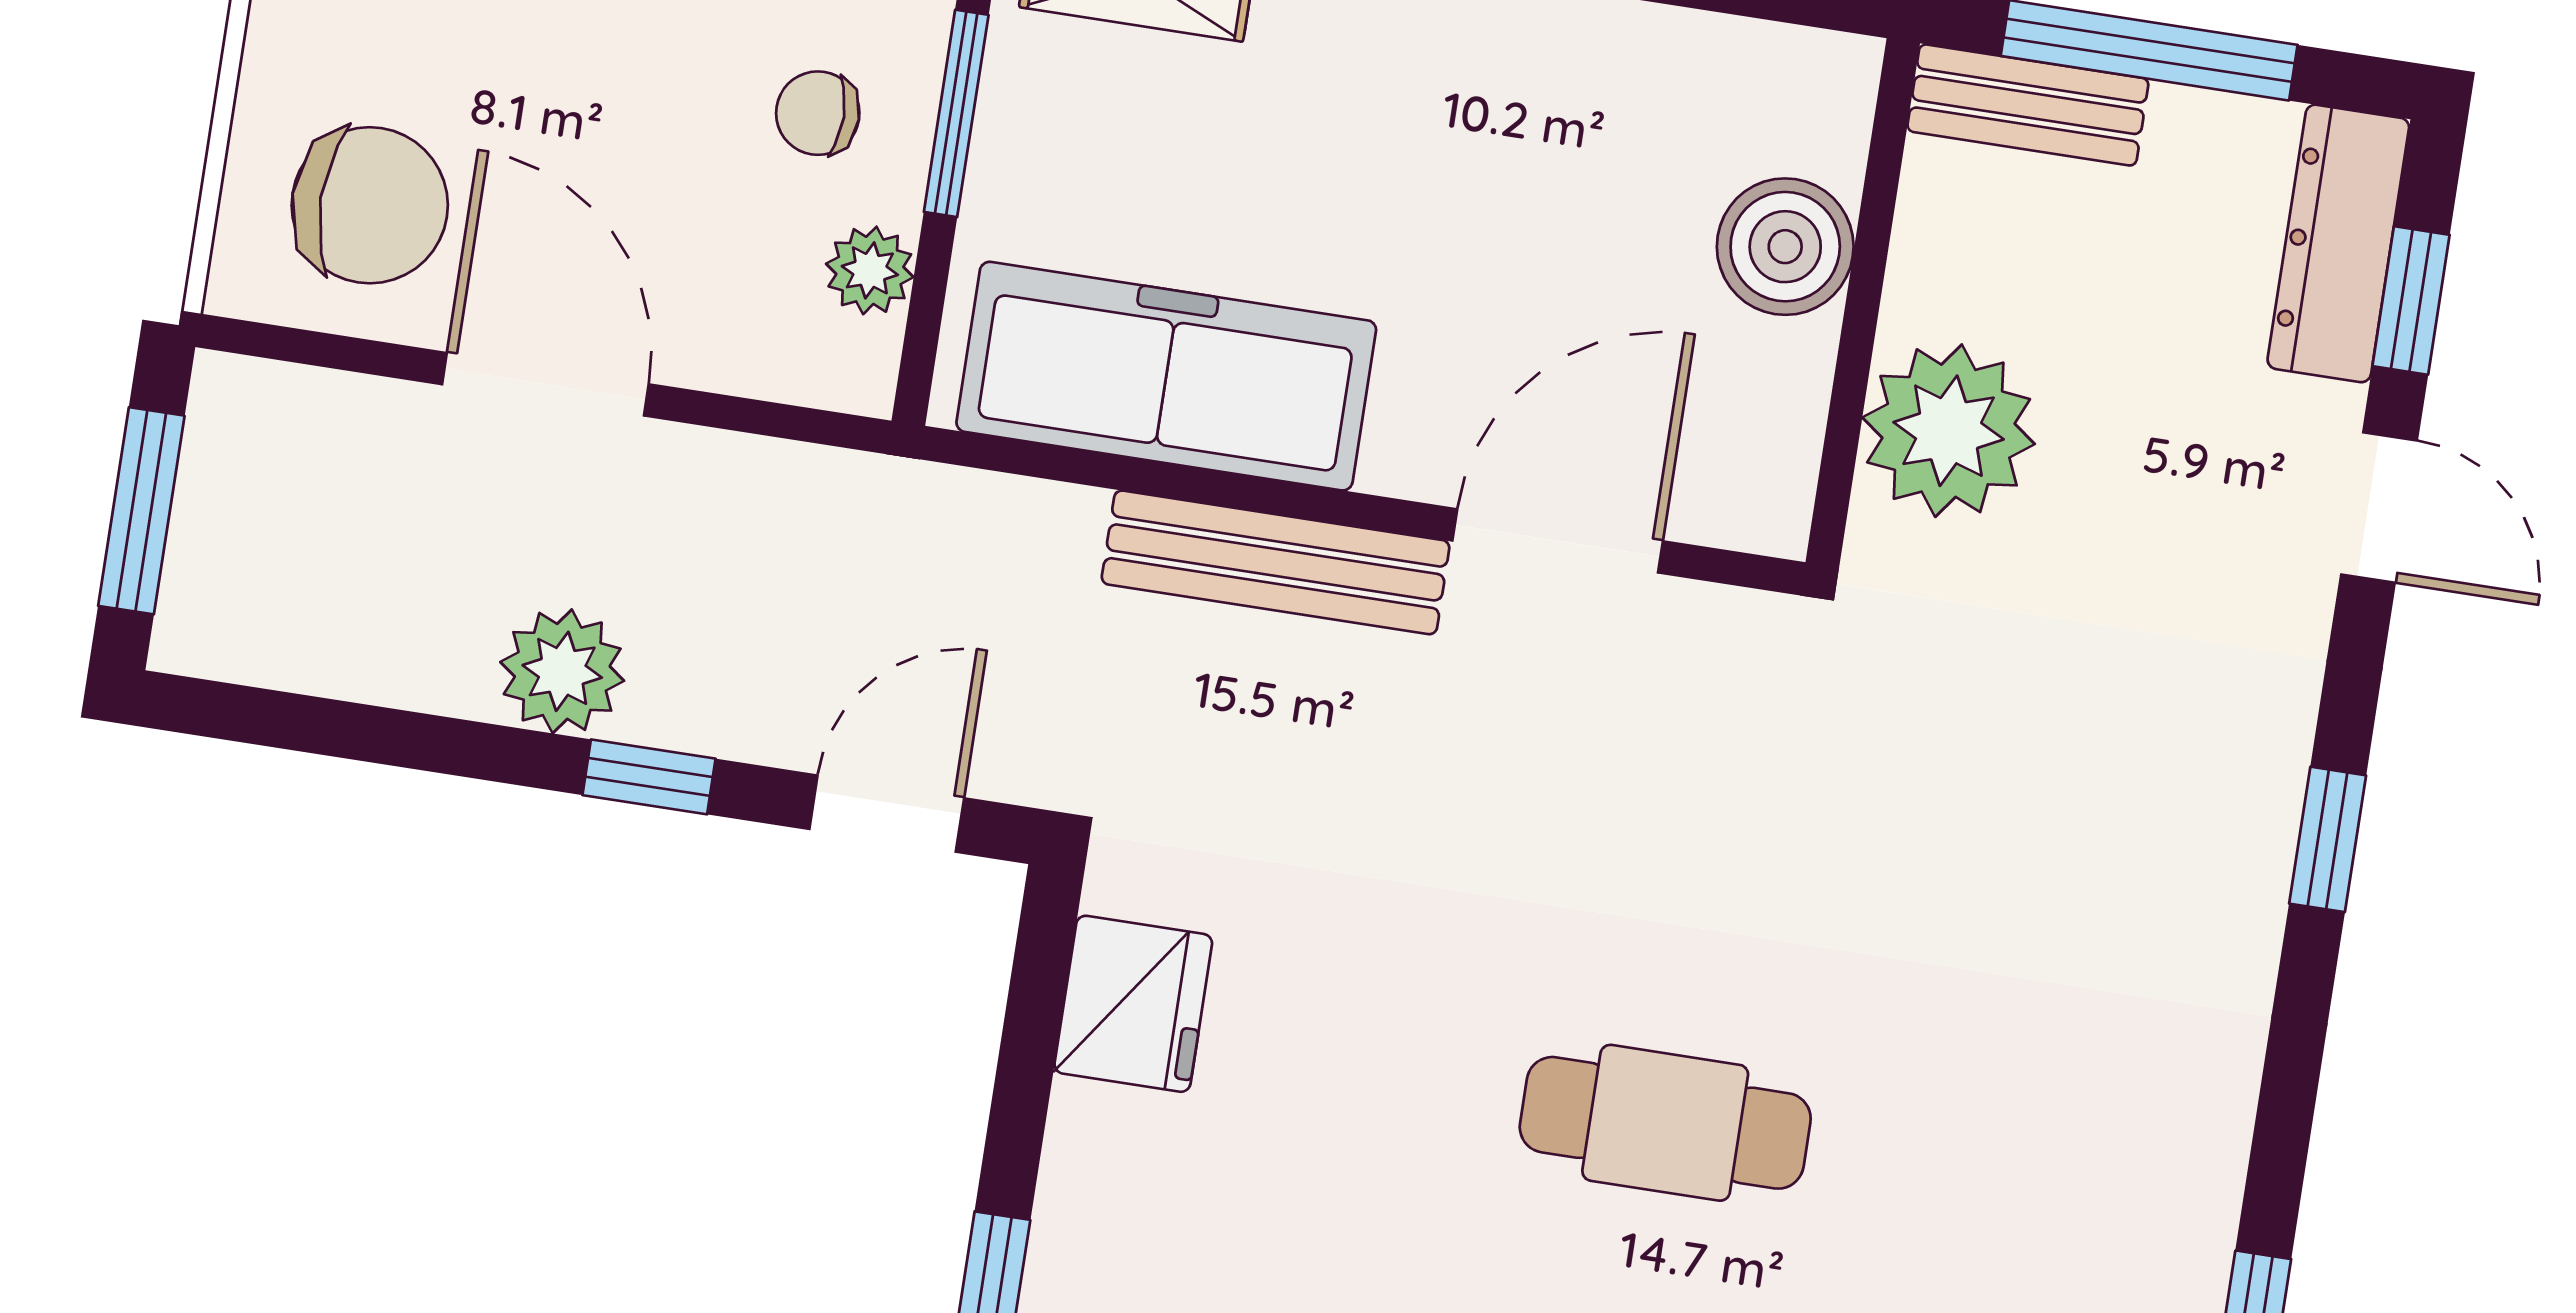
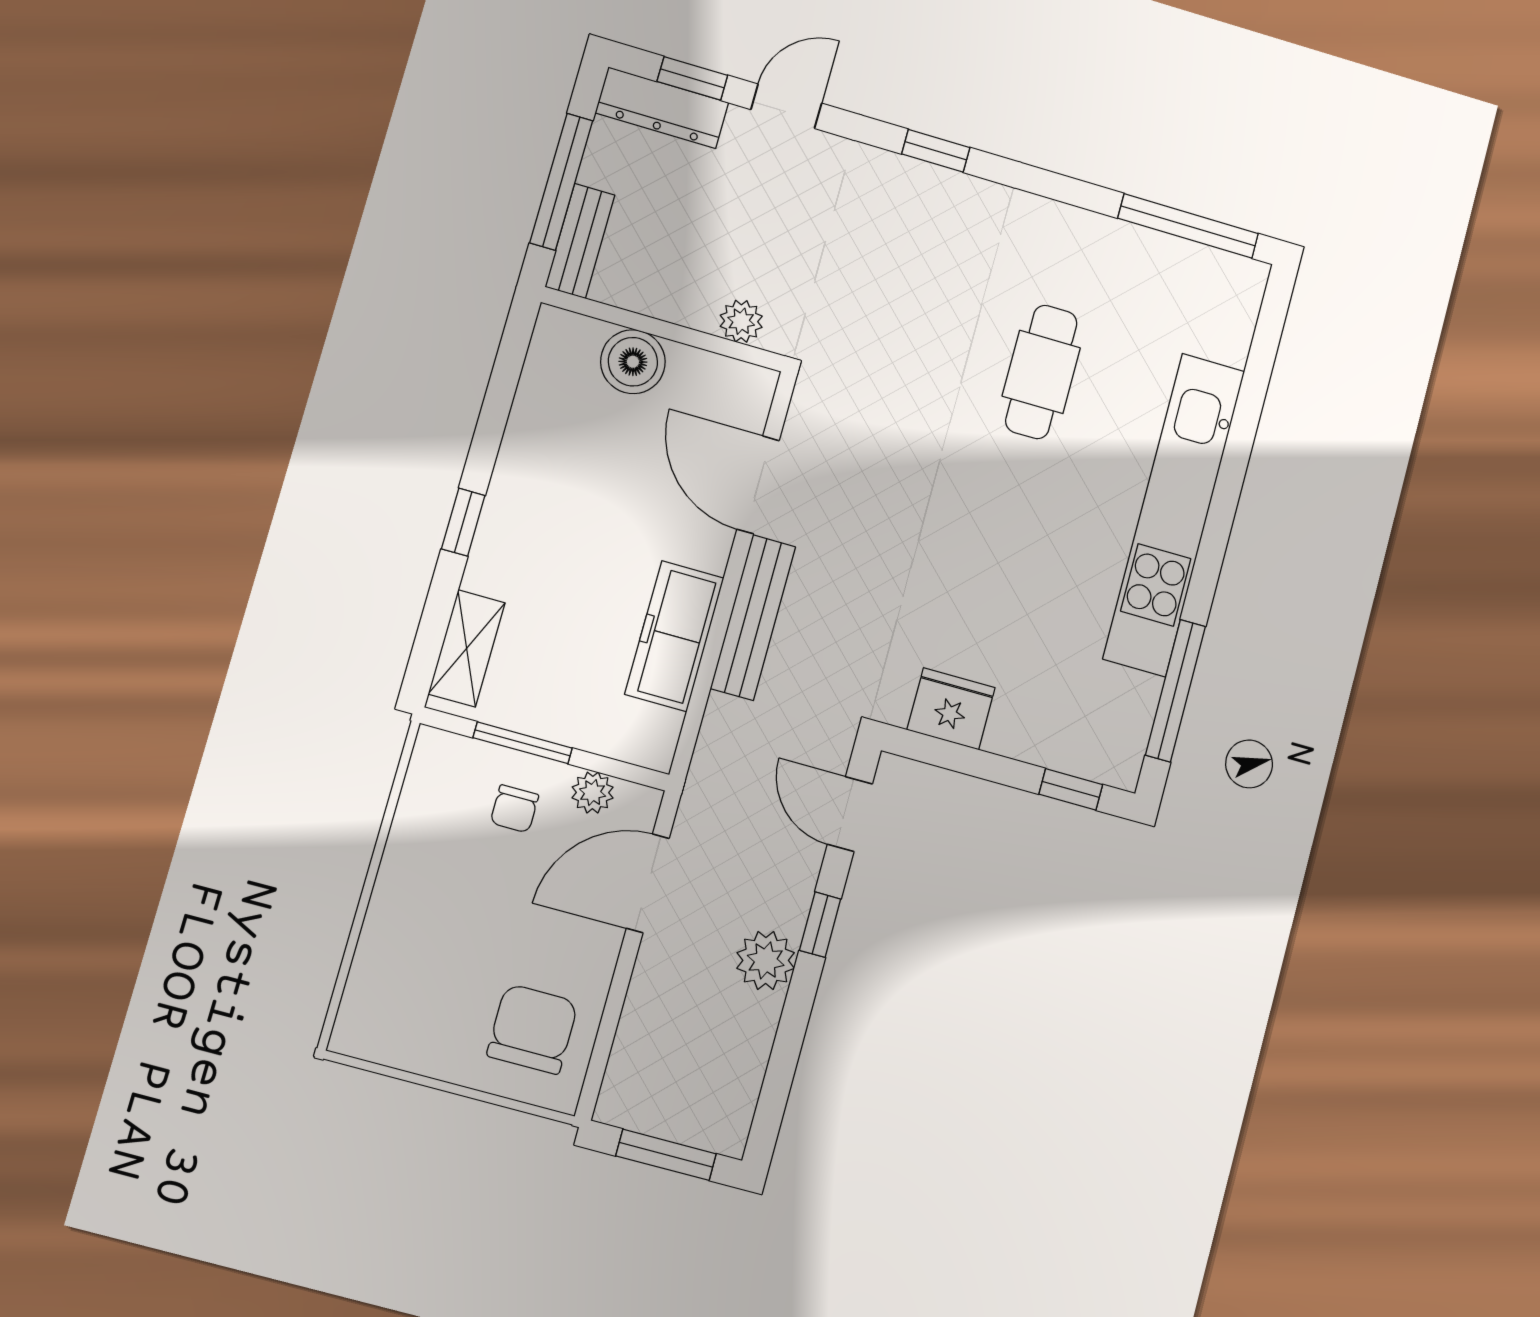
freezer: (1166, 376) -> (674, 636), width x0.73, depth x0.79
door: (545, 384) -> (648, 883), moved
plant: (1949, 431) -> (741, 321), width x0.53, depth x0.53
cafe table: (1665, 1123) -> (1041, 372), moved

